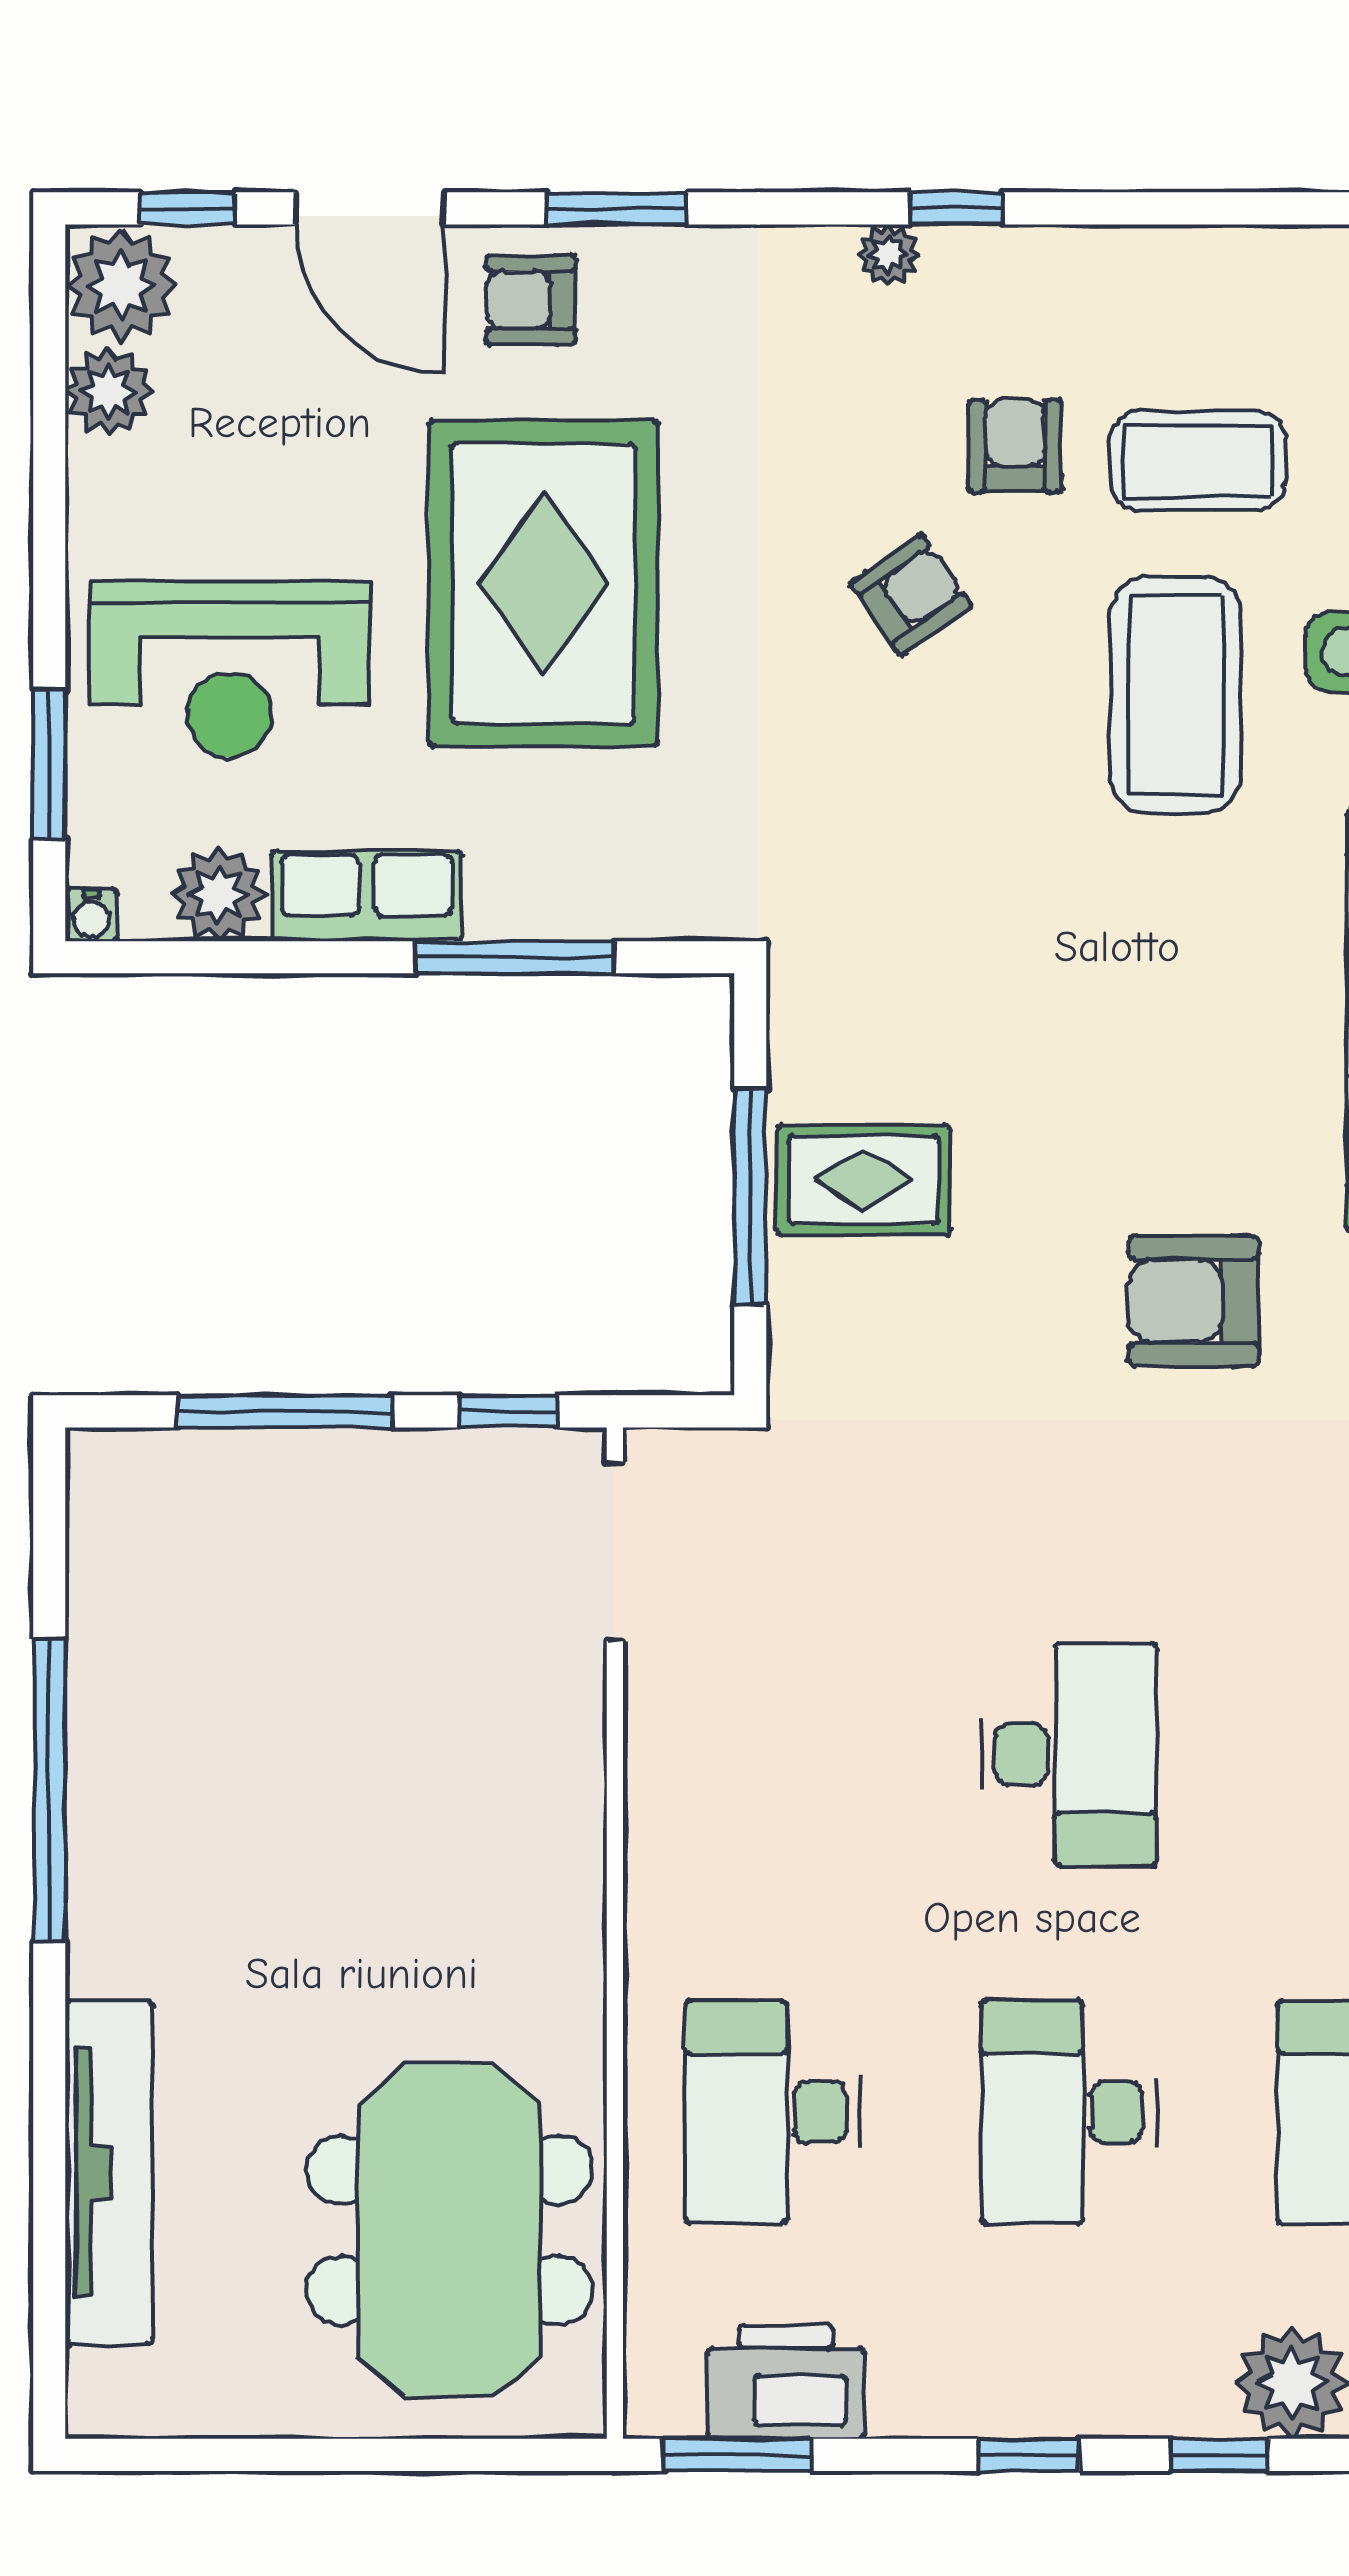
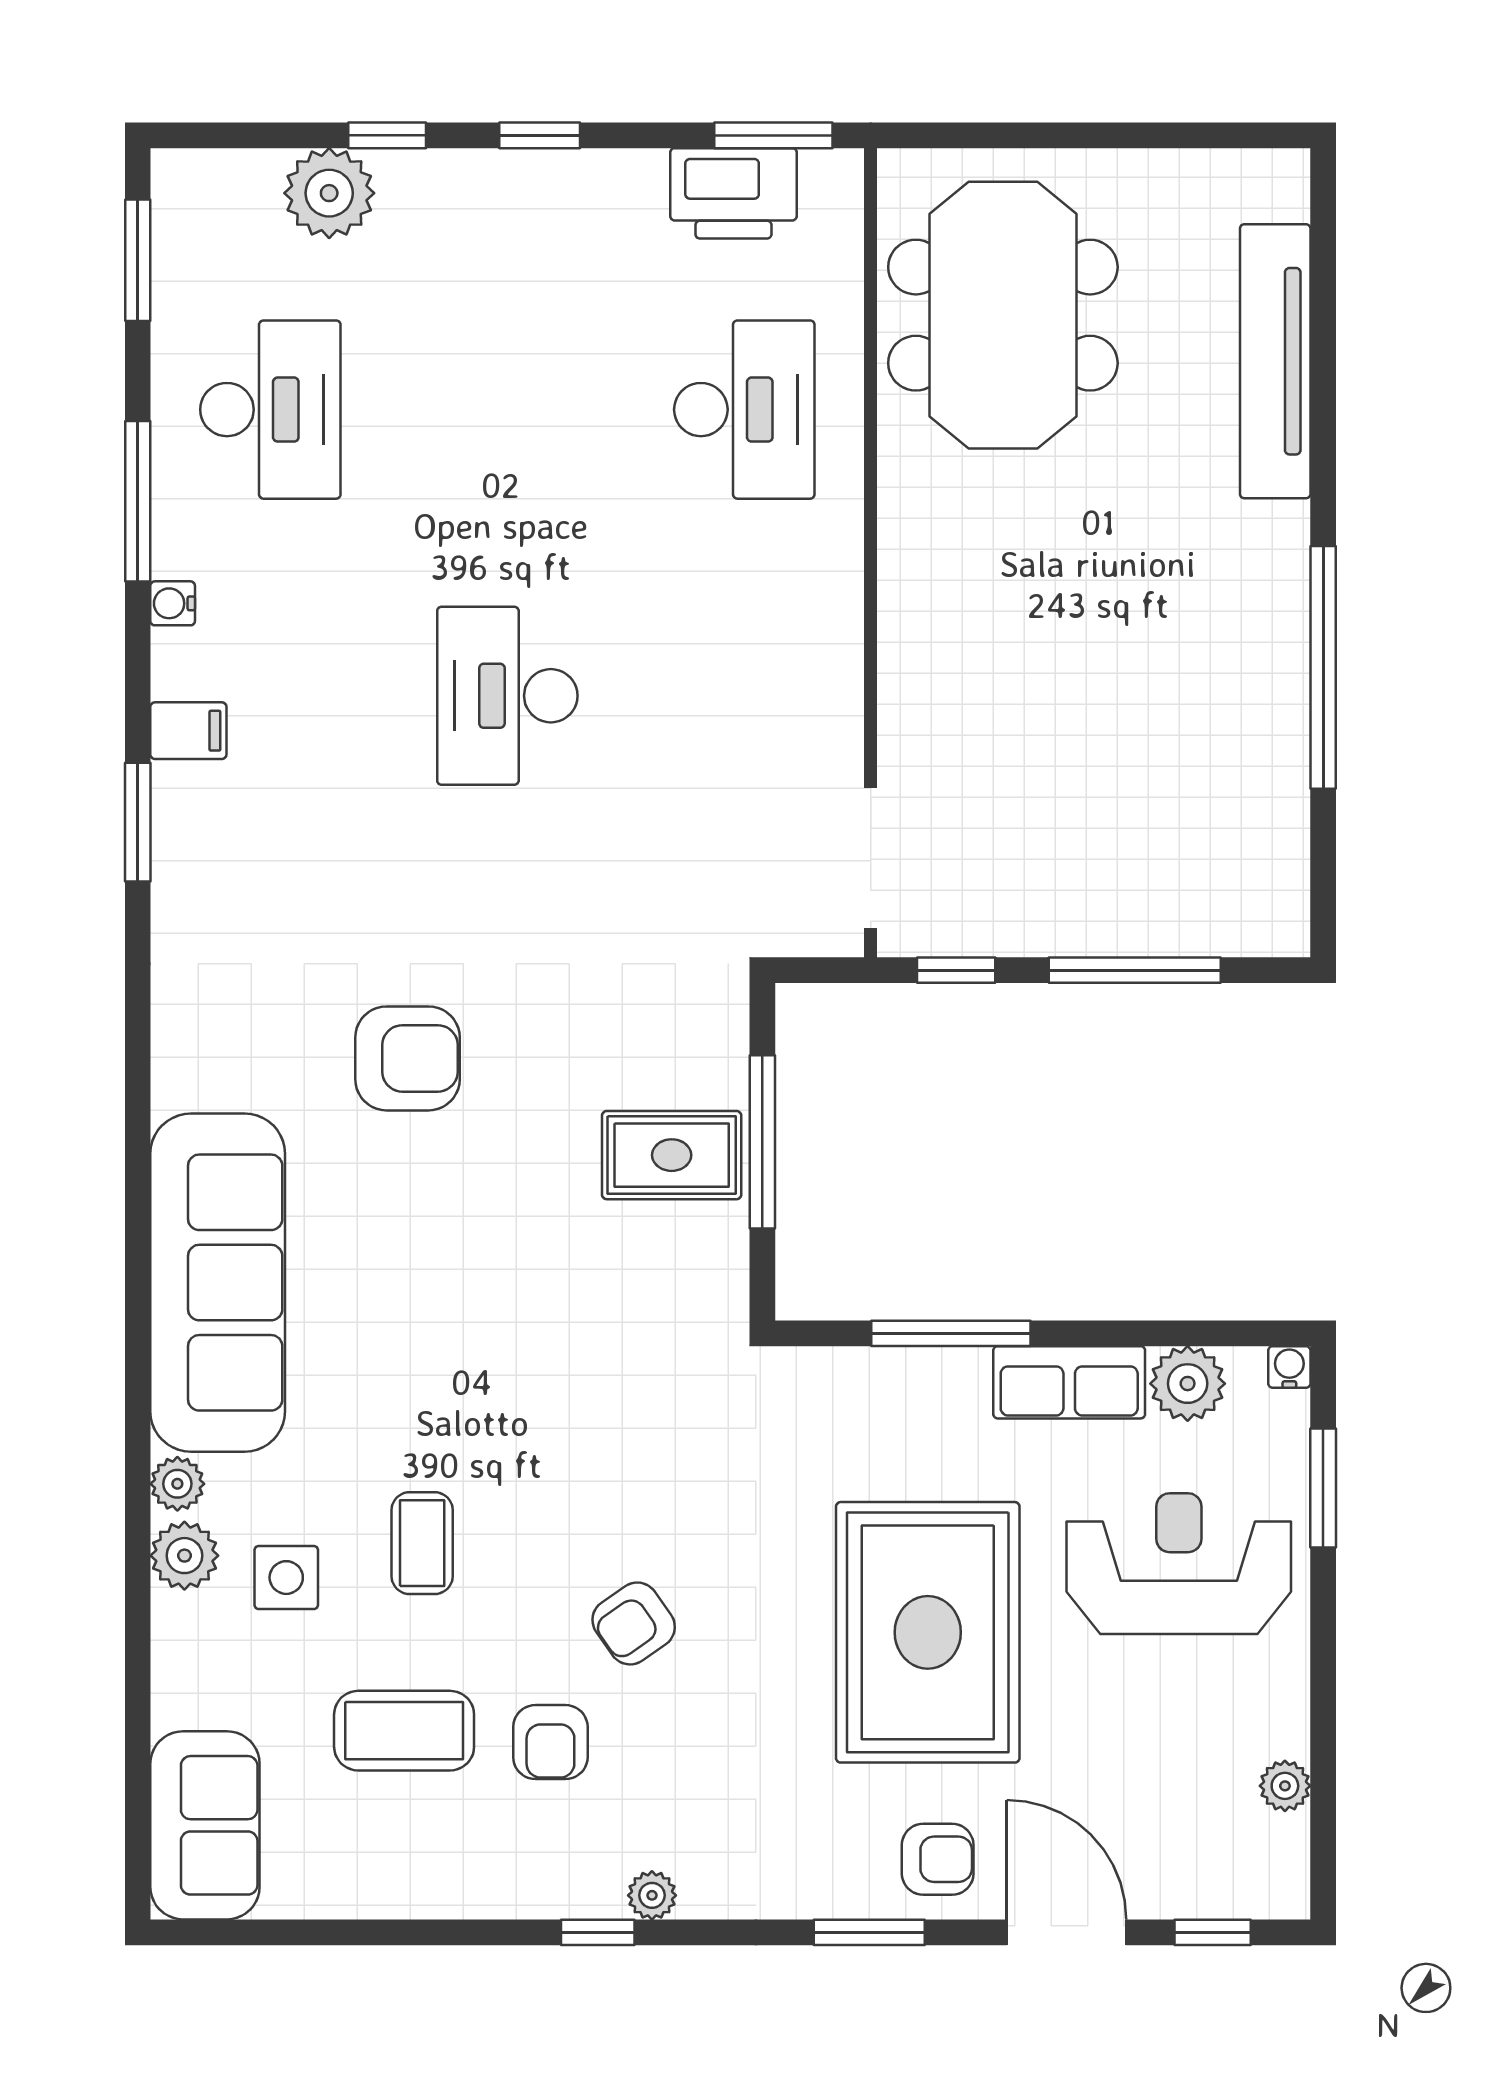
plant: (121, 286) -> (1266, 1870), removed
plant: (109, 391) -> (1285, 1786), width x0.73, depth x0.73
coffee table: (1176, 695) -> (422, 1543), width x0.54, depth x0.58
desk: (1069, 2112) -> (507, 410), removed

